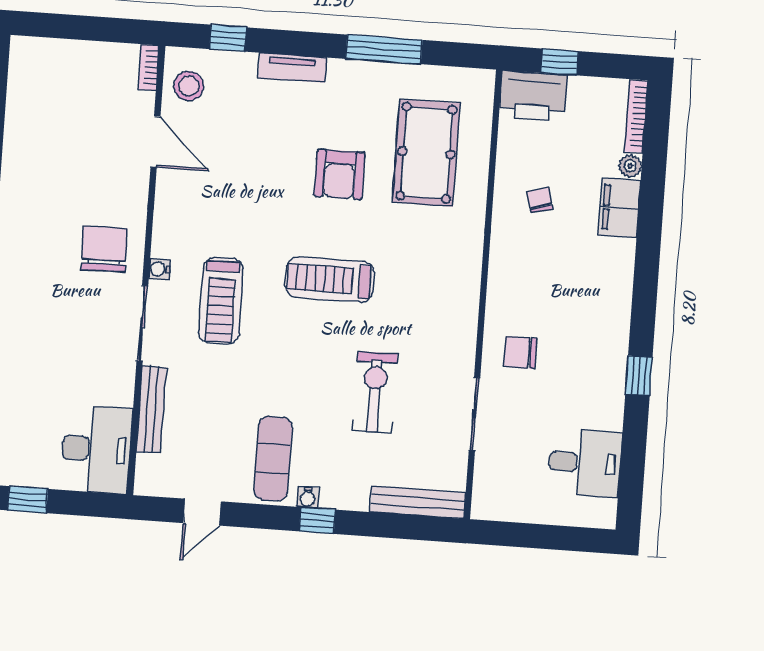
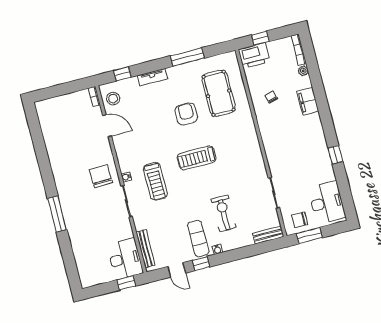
armchair: (339, 174) -> (186, 114), turned 180
filing cabinet: (620, 208) -> (308, 101), moved
chair: (520, 353) -> (300, 220), moved
exercise bike: (375, 392) -> (224, 213), moved
bench: (151, 410) -> (145, 249), moved
desk: (585, 463) -> (327, 203), width x1.37
window: (28, 500) -> (126, 283), moved
bench: (418, 502) -> (268, 235), width x0.73
door: (202, 512) -> (177, 270), hinge flipped
window: (317, 520) -> (201, 264), moved
window: (521, 535) -> (309, 236), added

